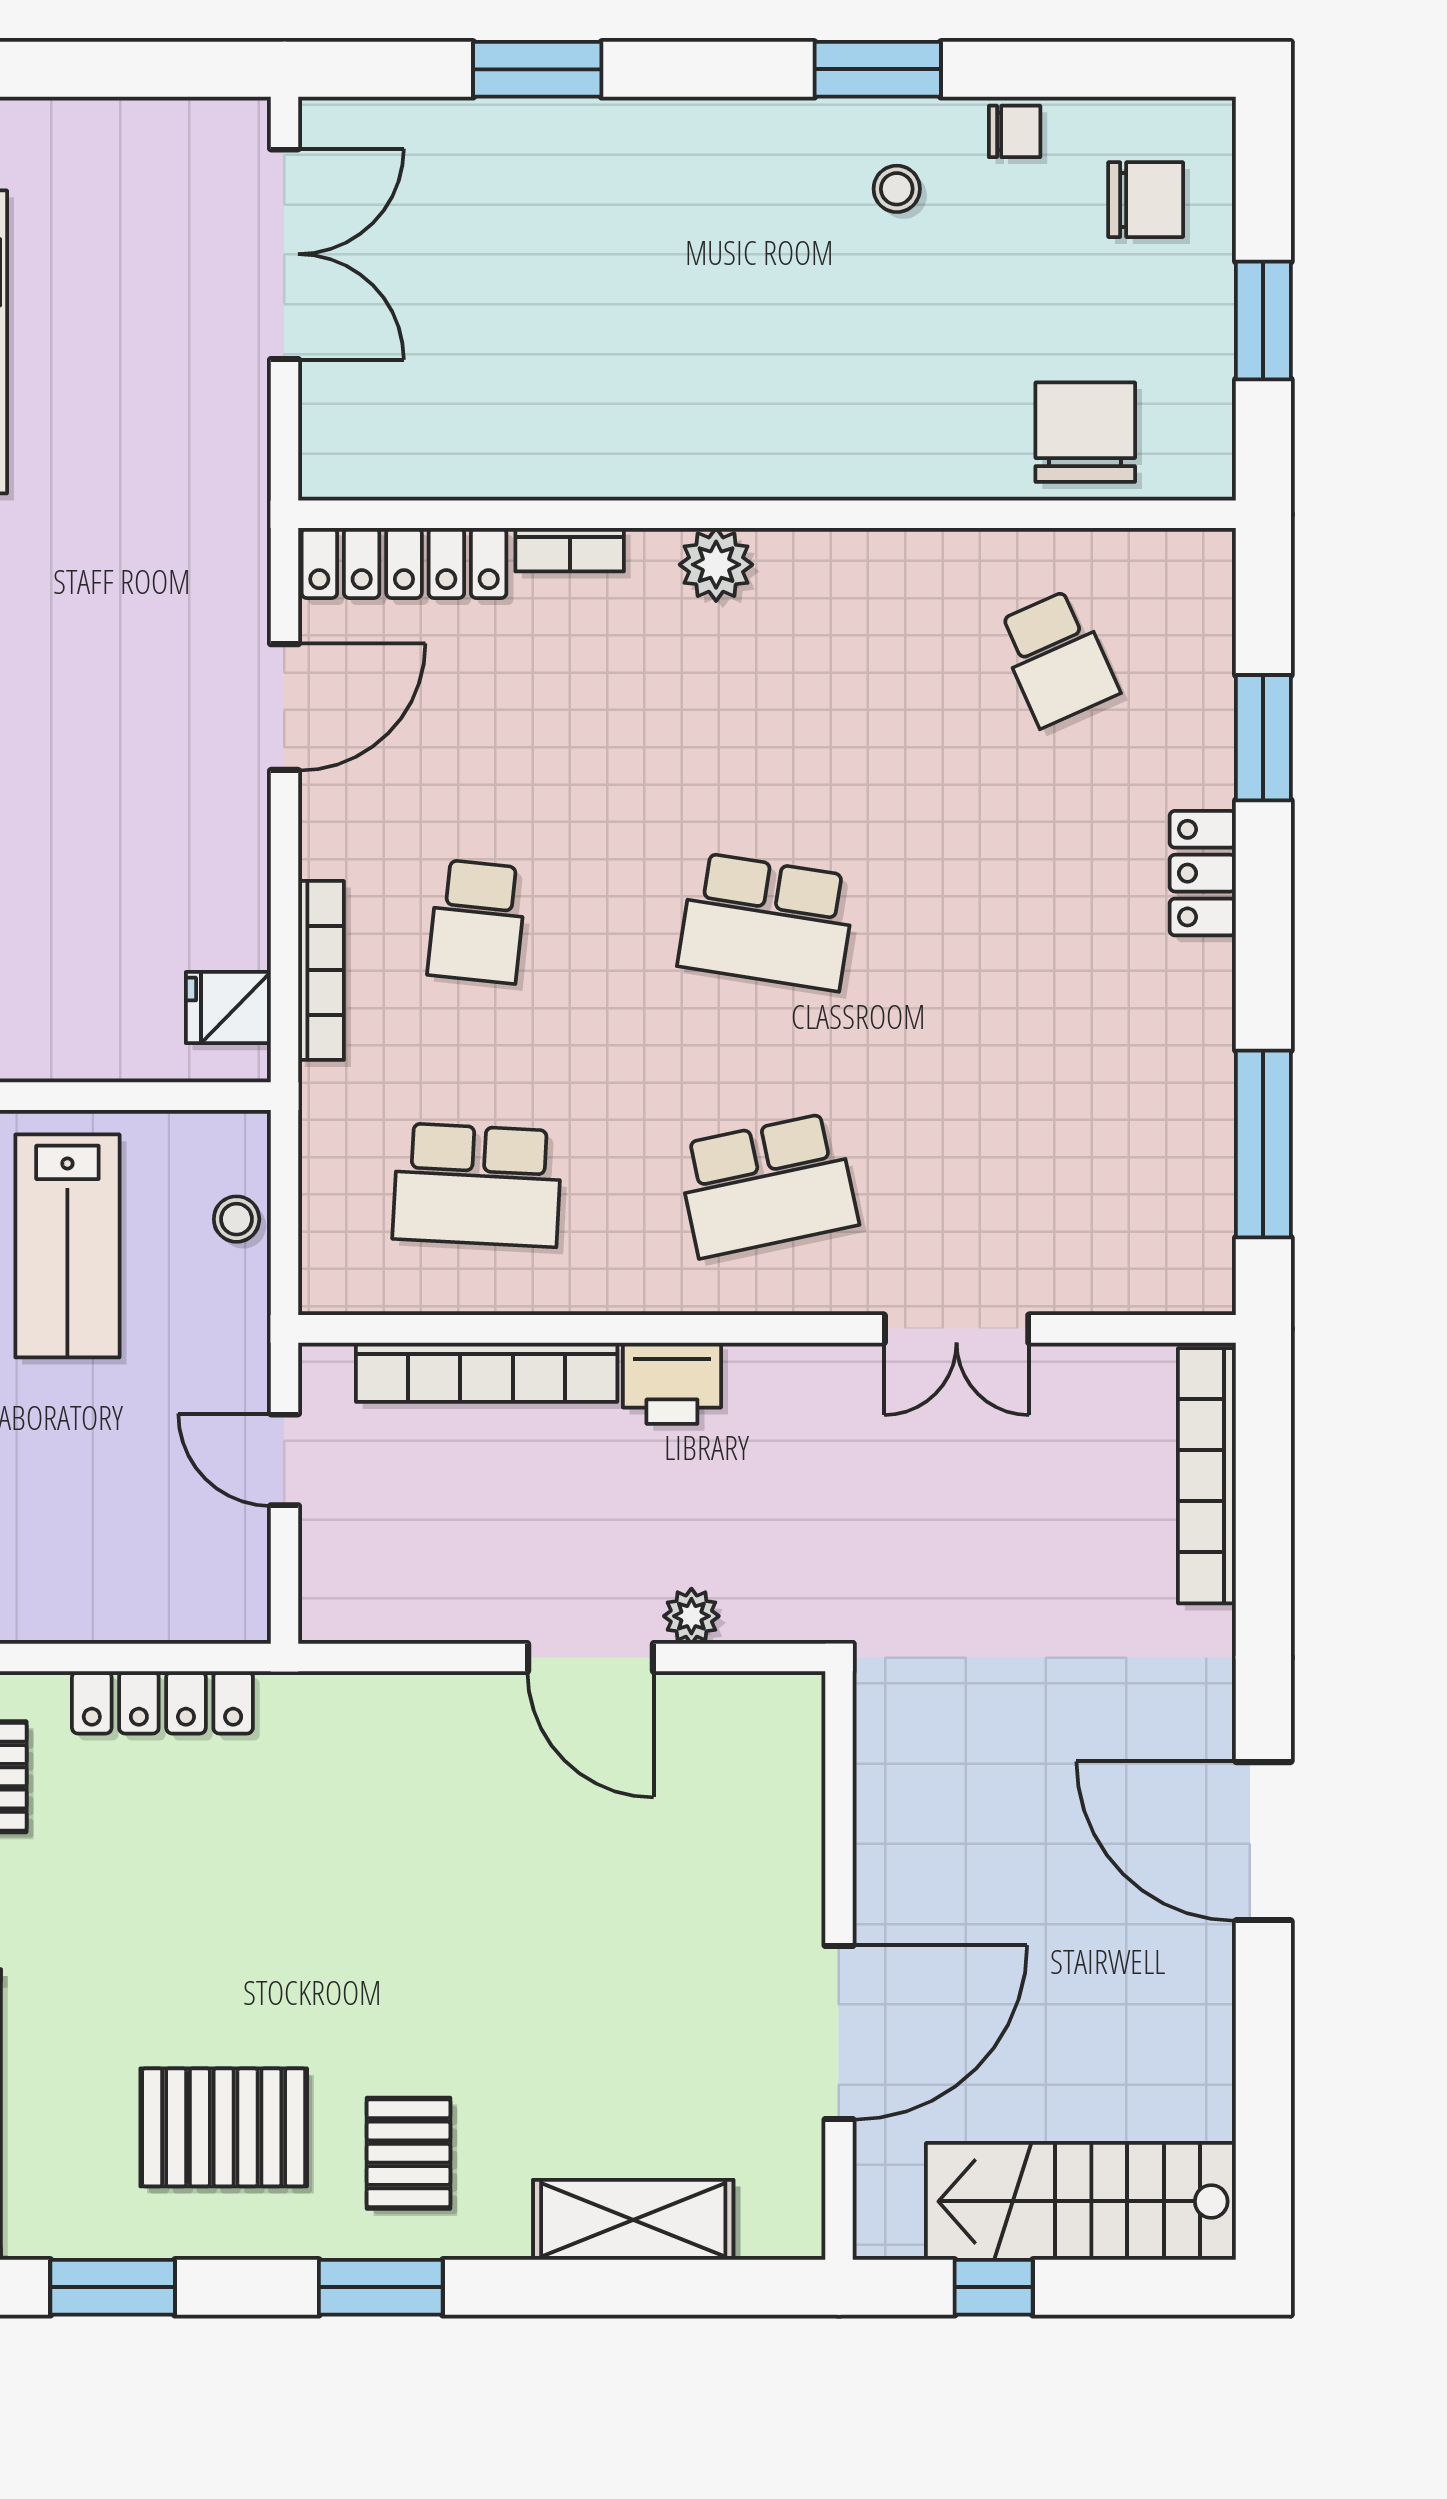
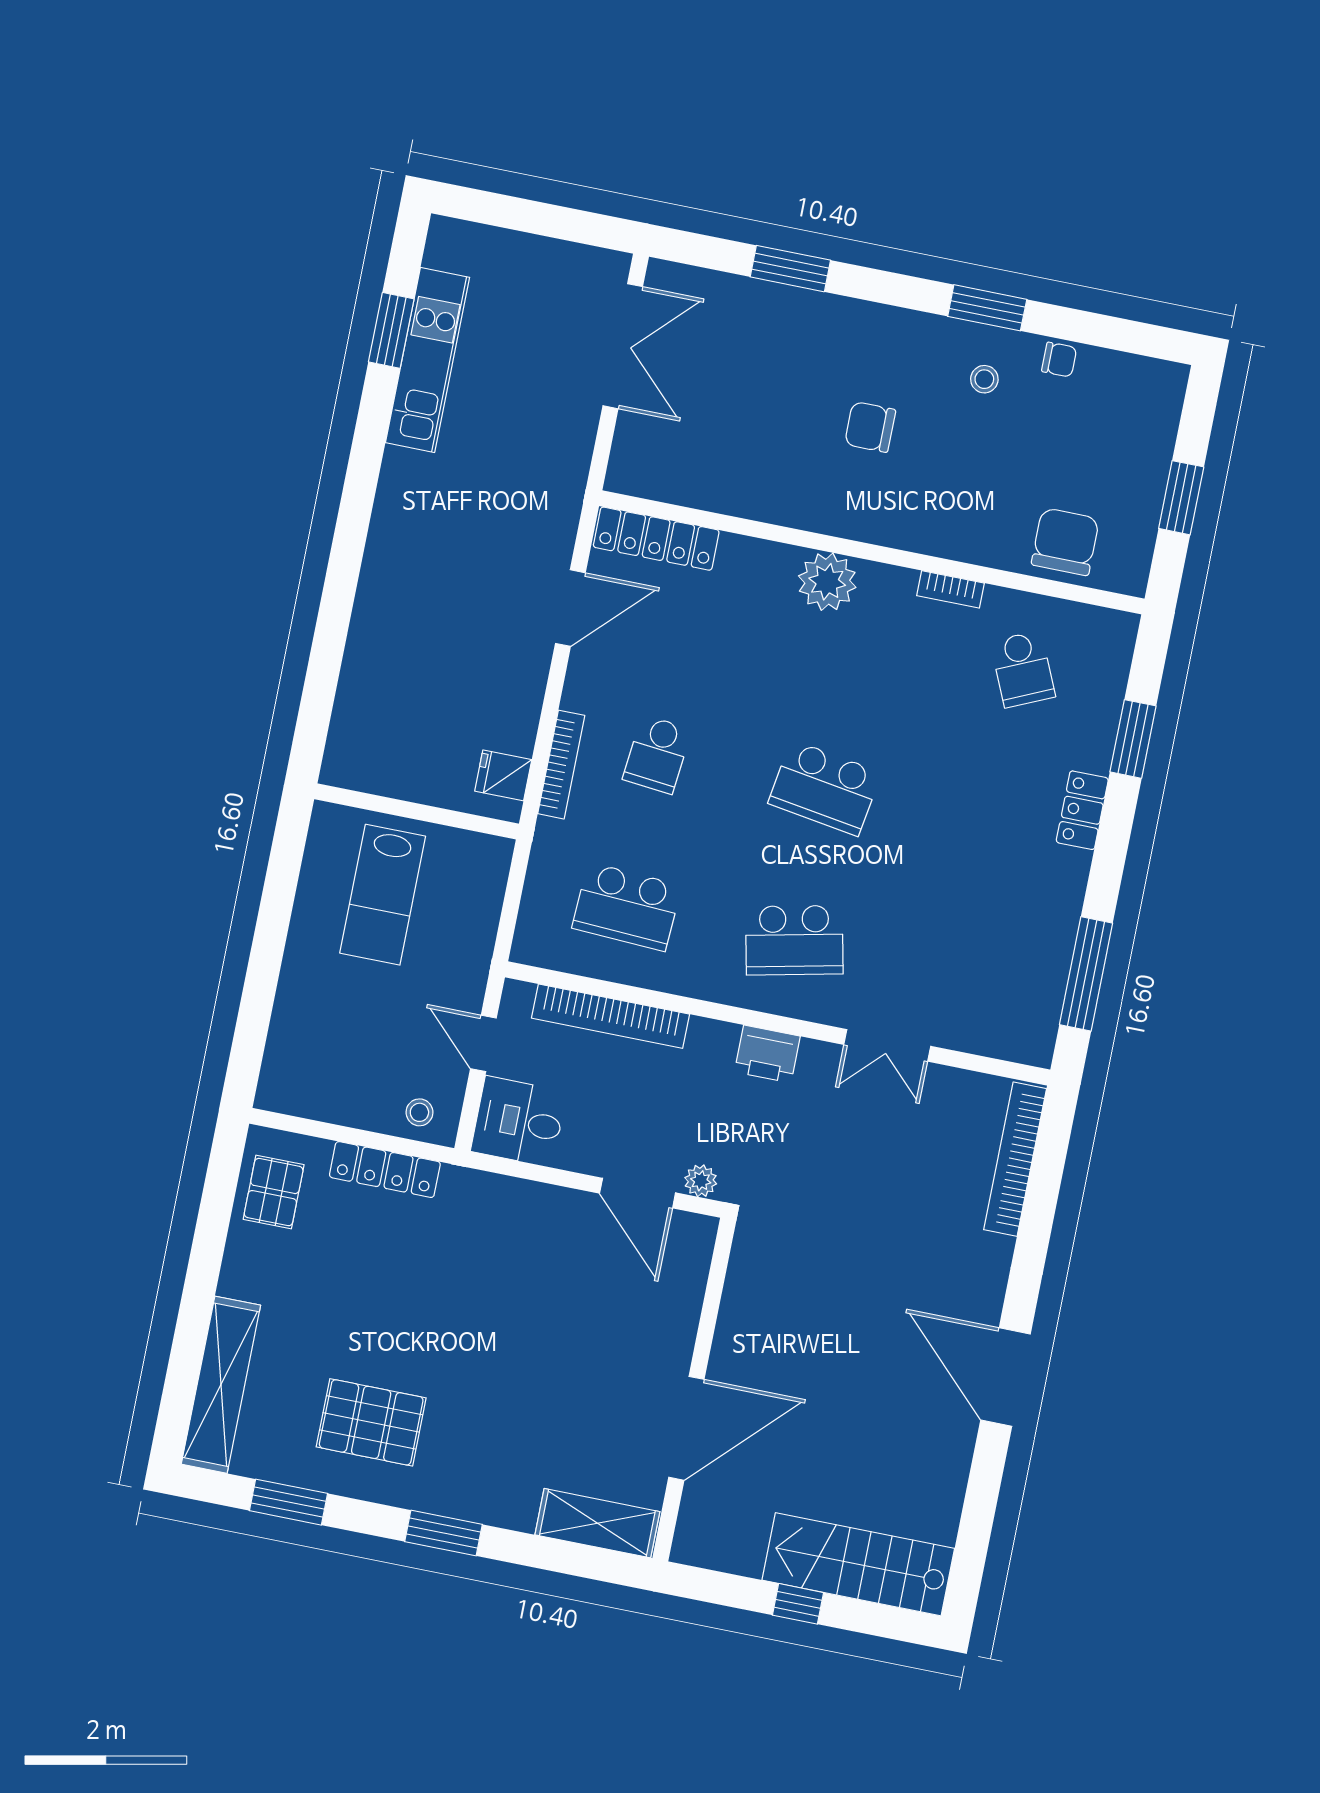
chair: (1146, 200) -> (870, 427), moved, turned 180
bookcase: (570, 550) -> (950, 589), moved
plant: (716, 565) -> (827, 582), width x1.36, depth x1.36
stool: (237, 1219) -> (419, 1112), moved
printer: (672, 1383) -> (767, 1054), moved
desk: (369, 1578) -> (519, 1122), added
wall: (839, 1966) -> (694, 1390), moved
door: (839, 2033) -> (686, 1428), moved
pallet: (409, 2153) -> (475, 1459), removed

